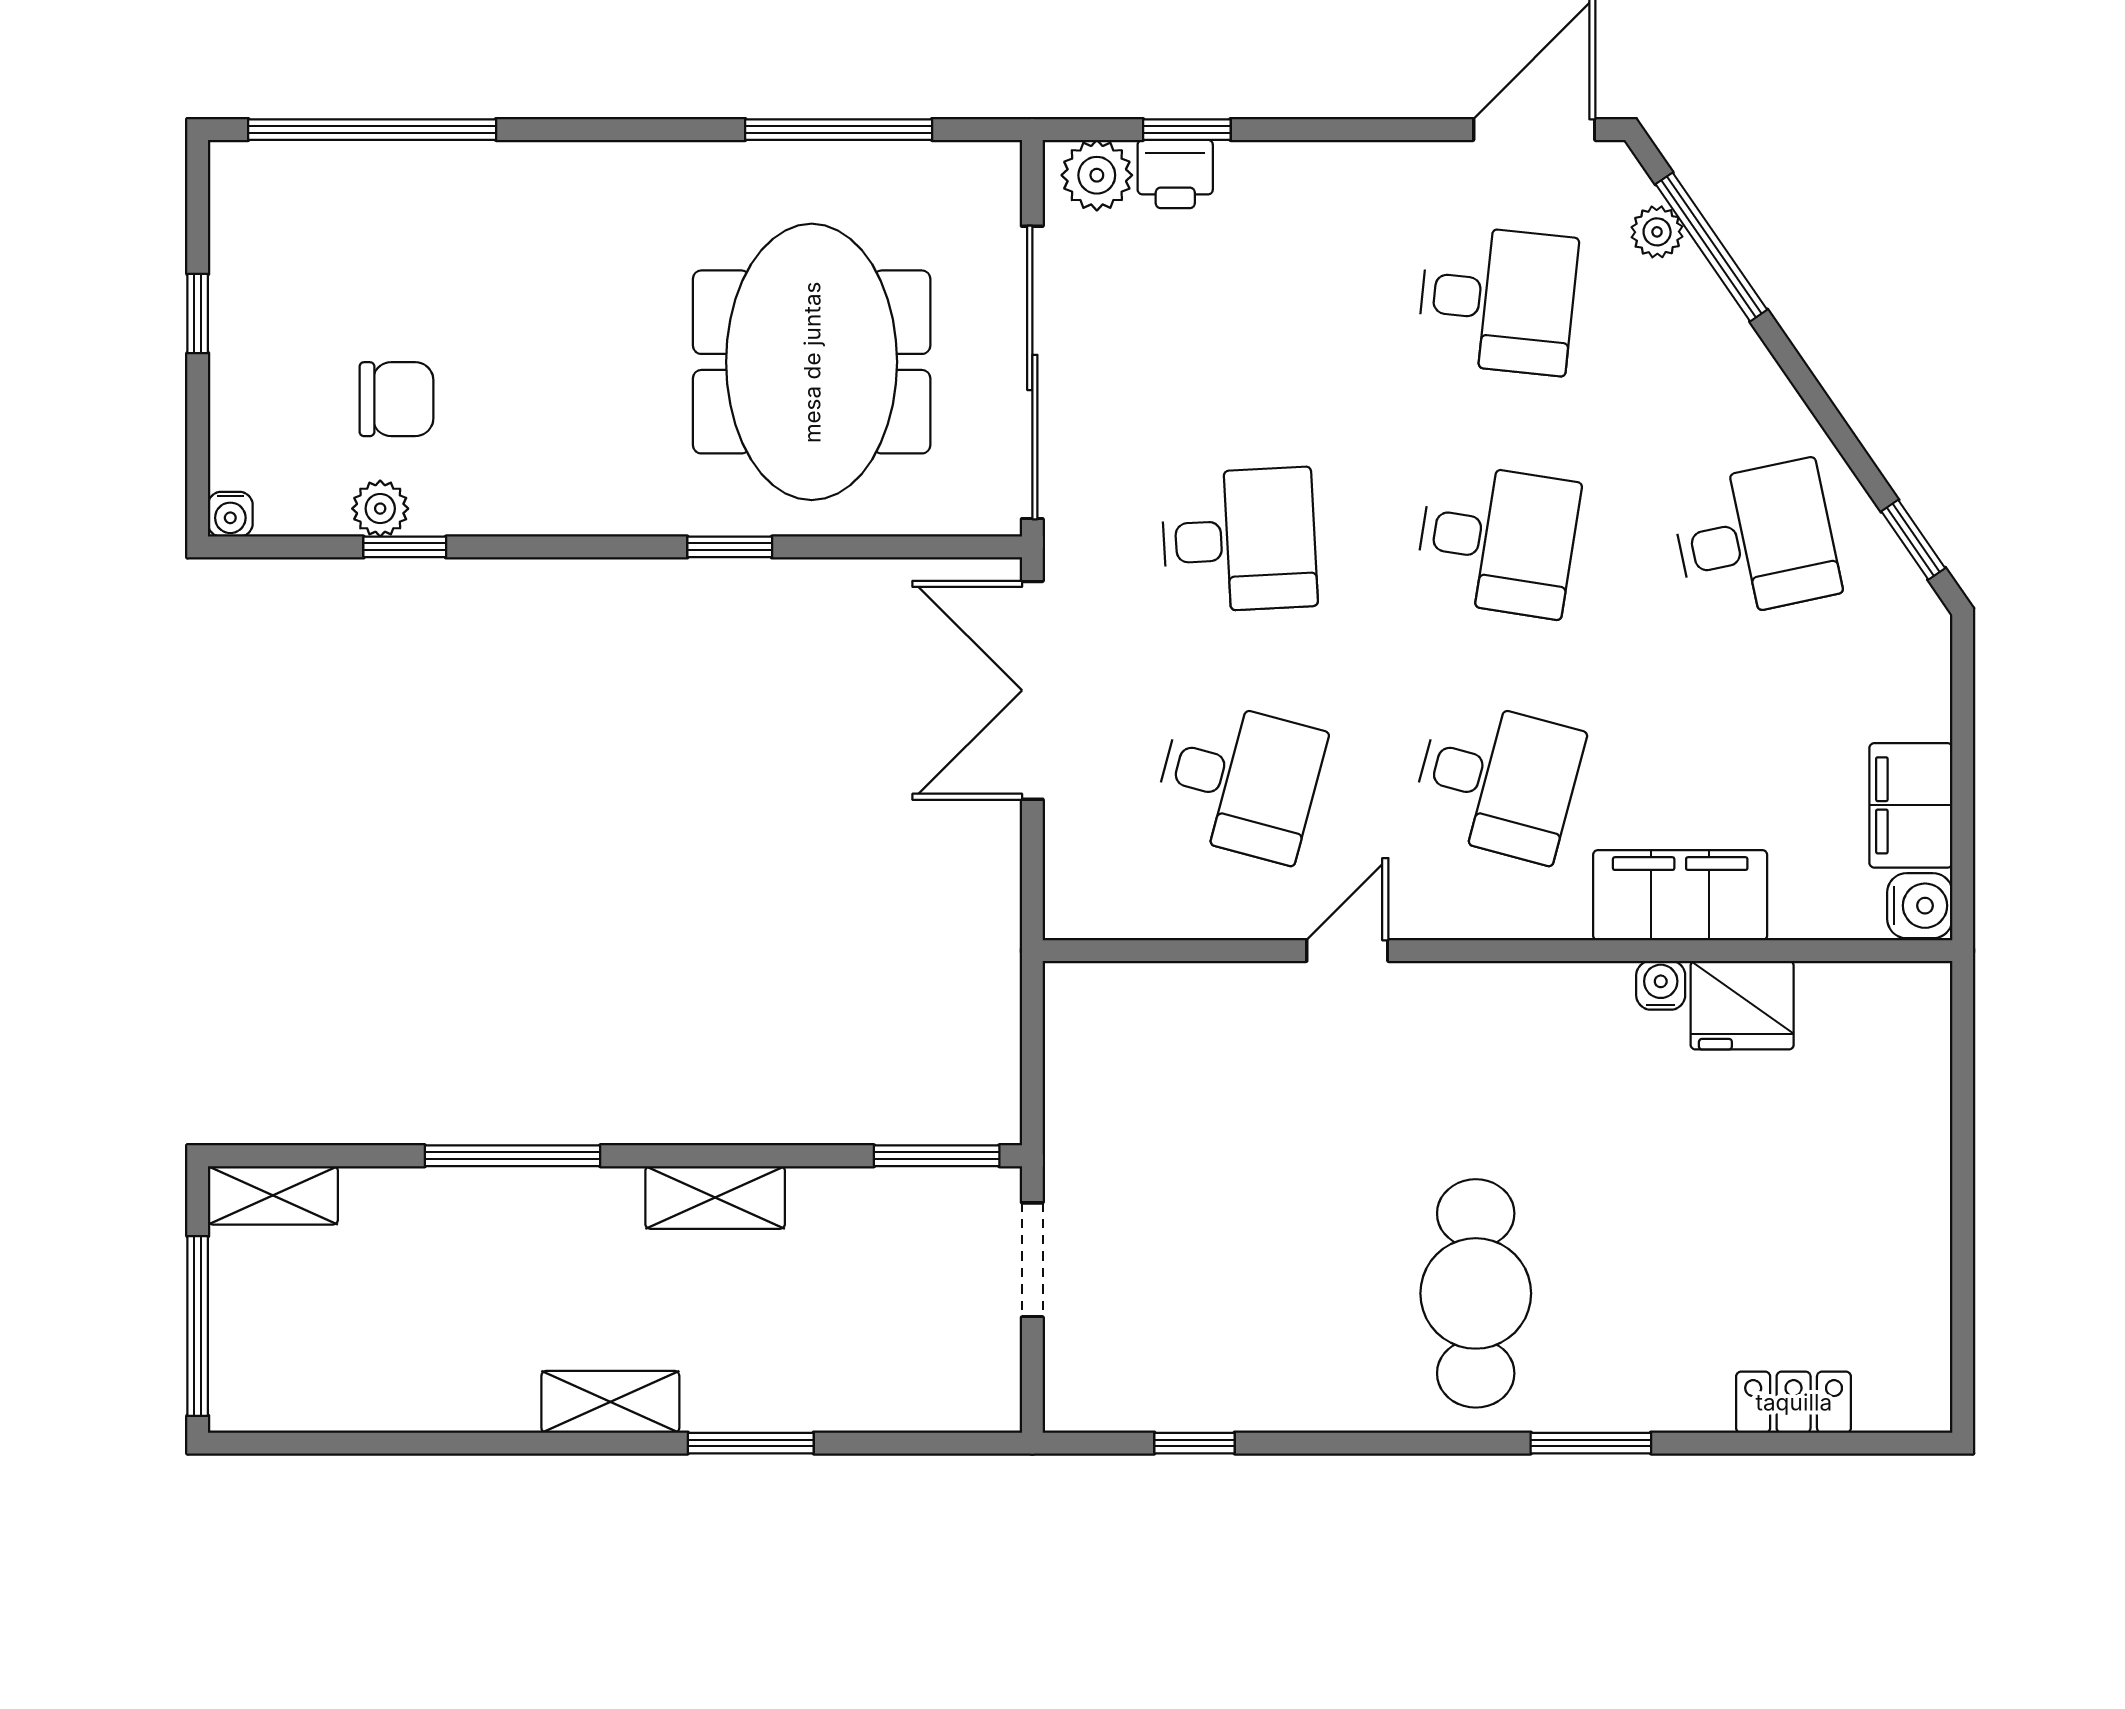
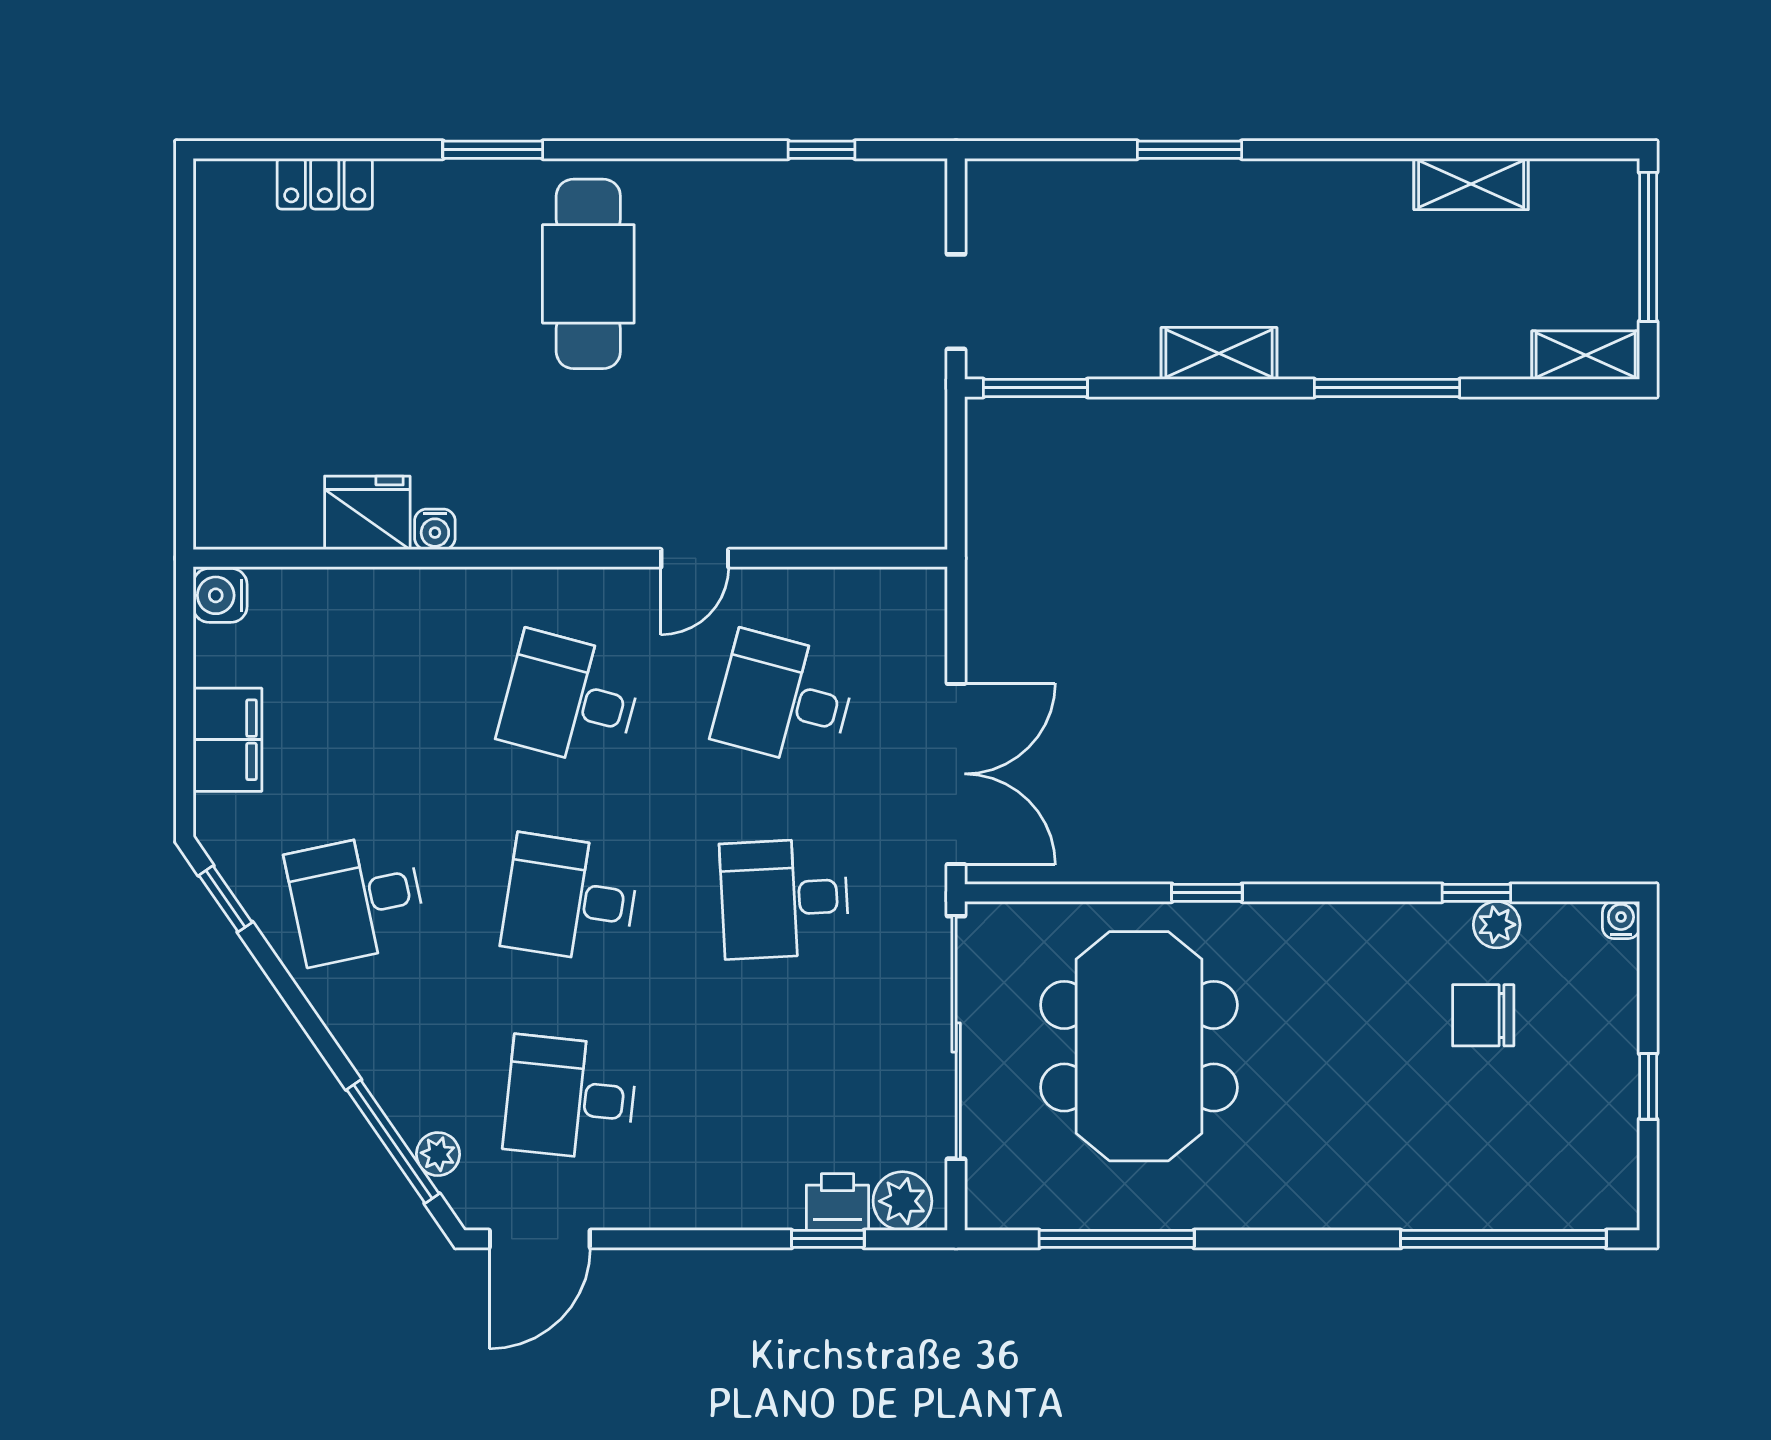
filing cabinet: (1911, 805) -> (227, 740), moved
filing cabinet: (1680, 895) -> (419, 604), removed
shelving: (610, 1402) -> (1471, 184), moved

